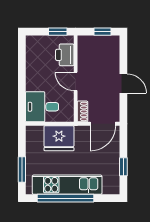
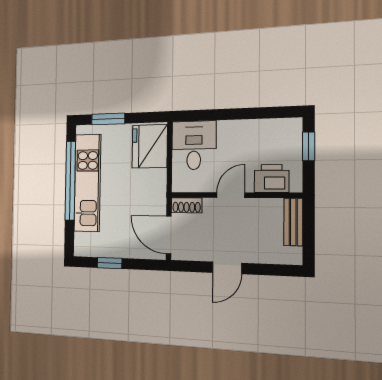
window: (58, 32) -> (309, 146), moved
window: (102, 32) -> (309, 238), removed
bench: (93, 41) -> (293, 222), added
fridge: (59, 138) -> (150, 146), moved

